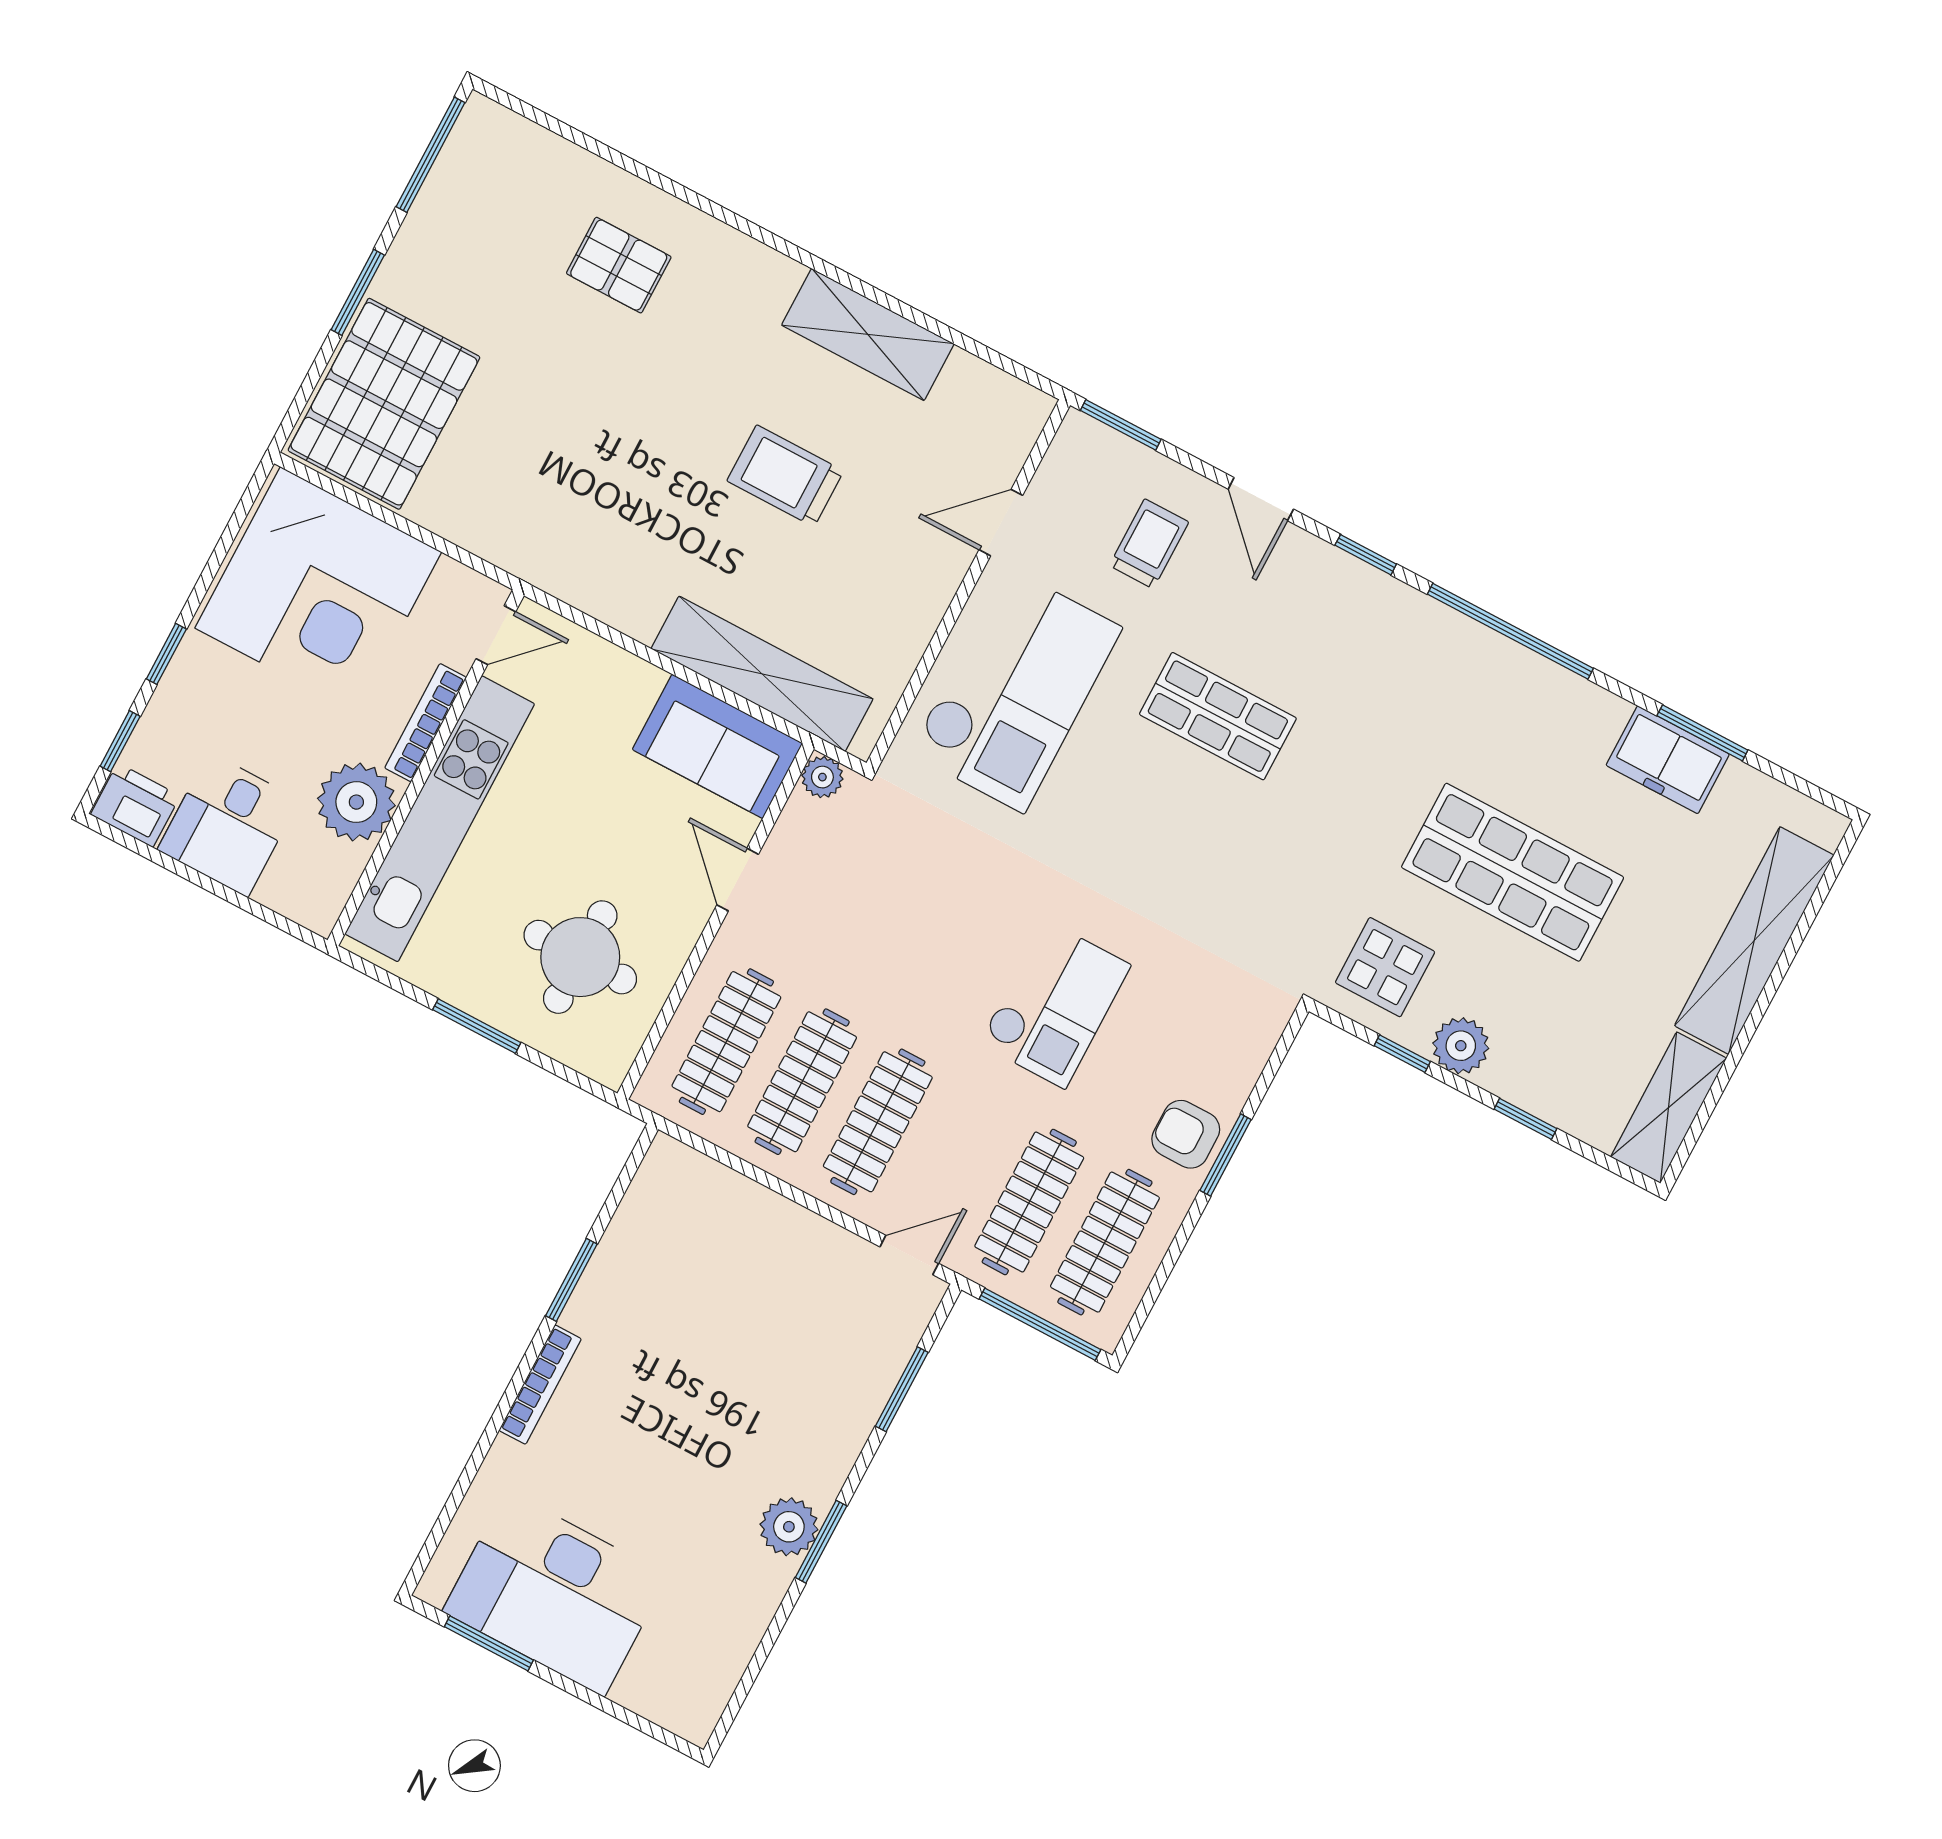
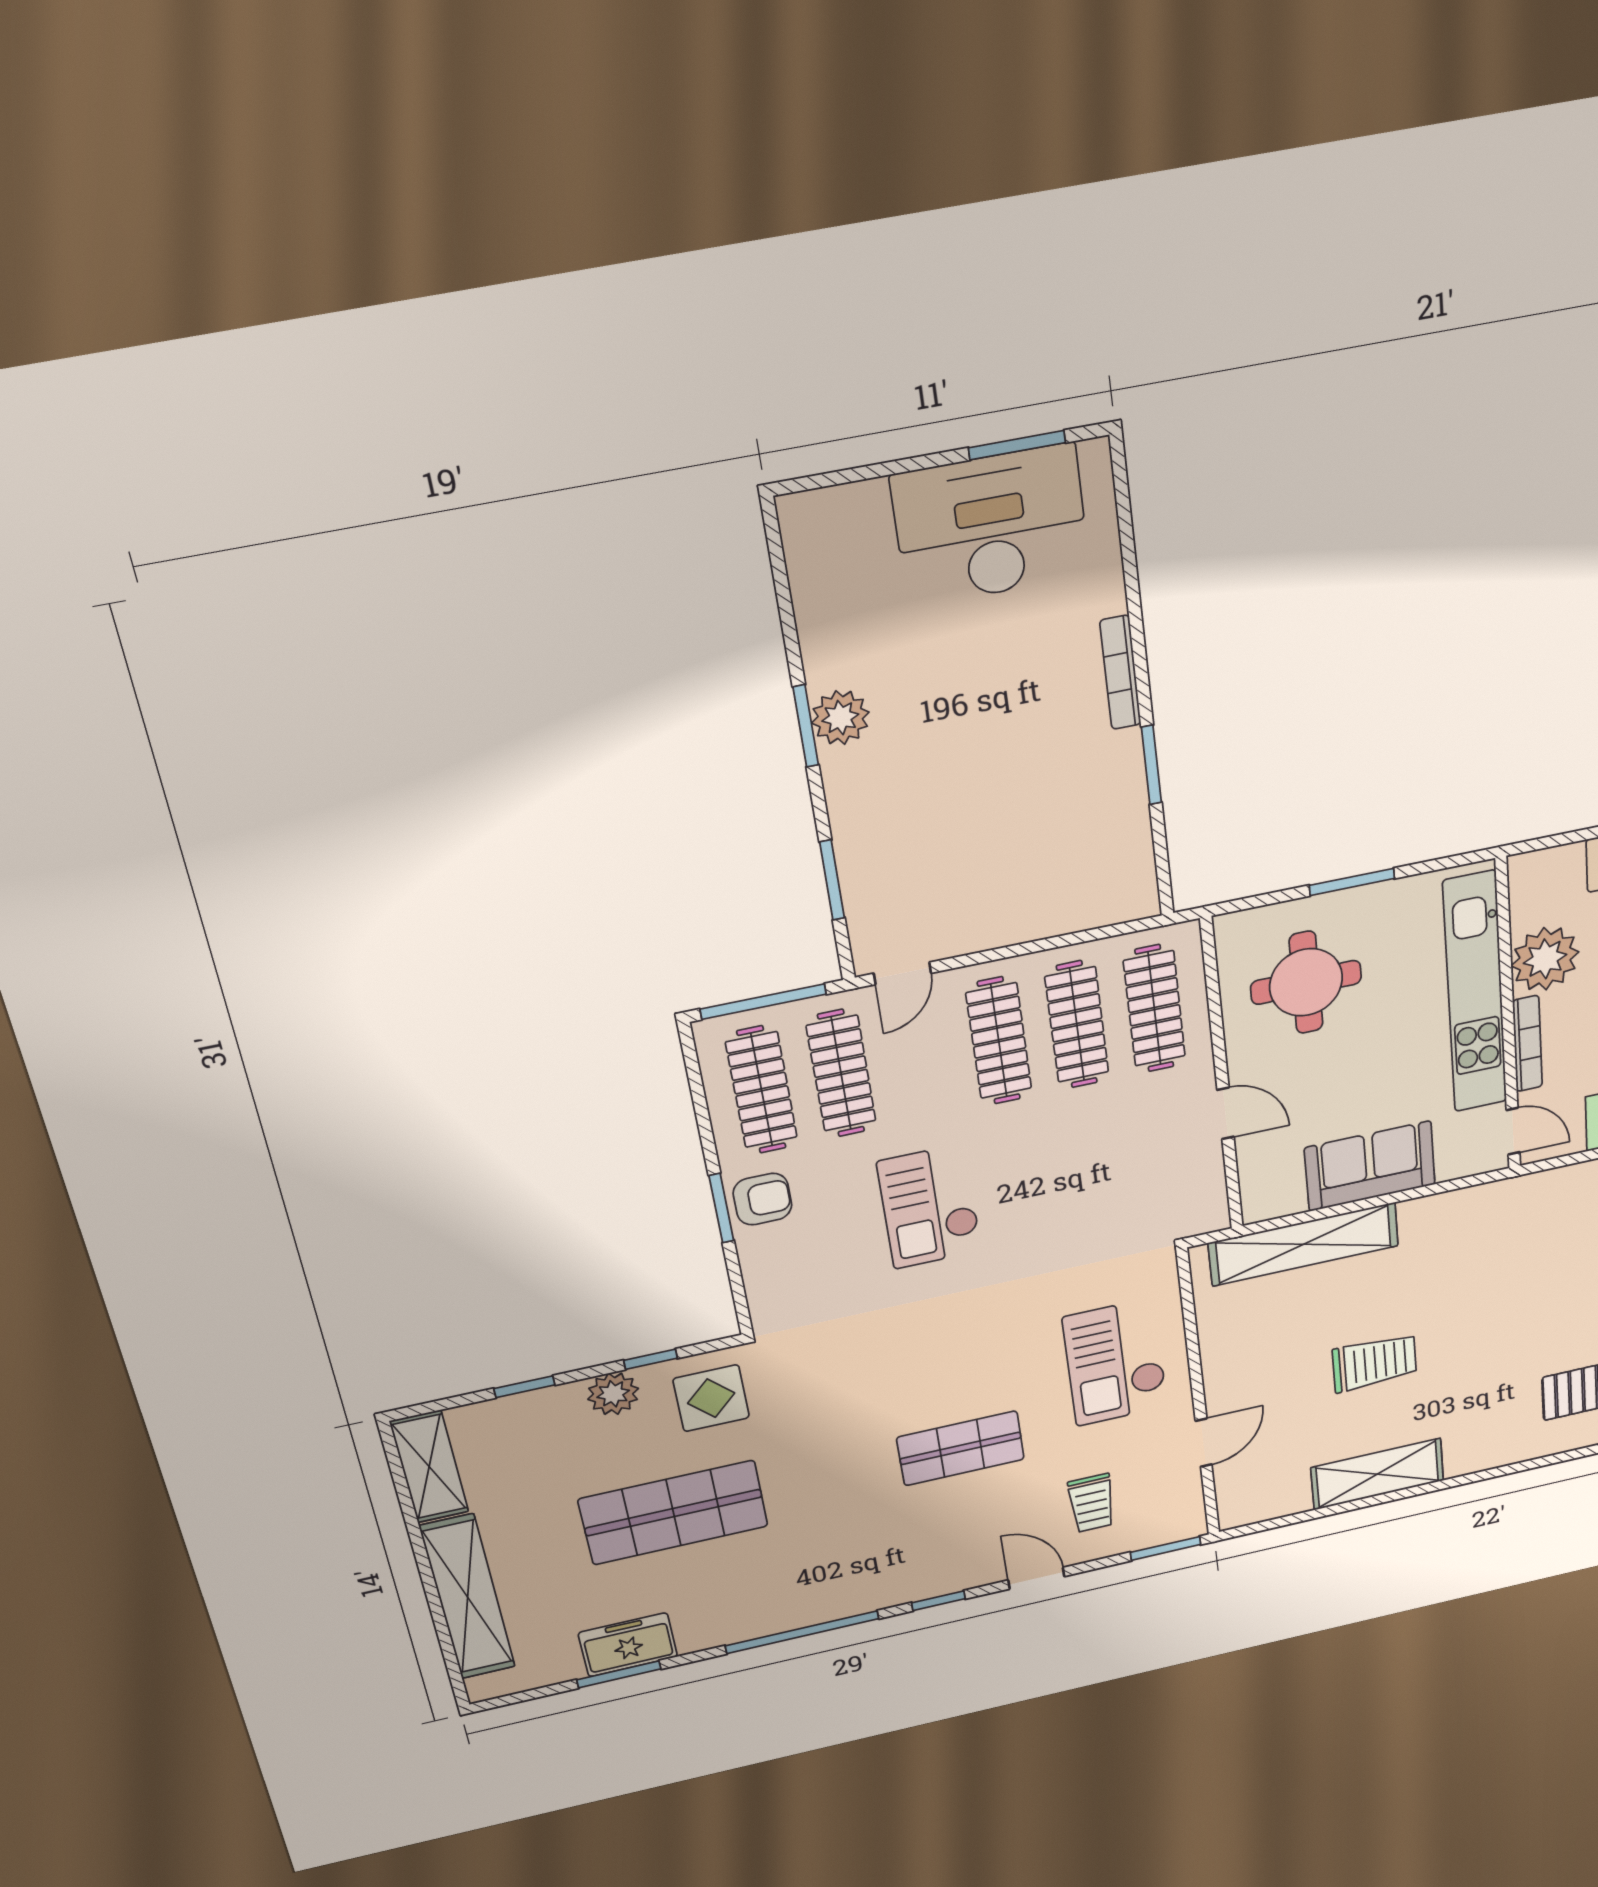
door: (496, 635) -> (1513, 1131), swing flipped
checkout: (1015, 690) -> (1115, 1362), width x0.73, depth x0.83
sofa: (718, 746) -> (1370, 1166), moved
plant: (822, 777) -> (1212, 1217), removed

